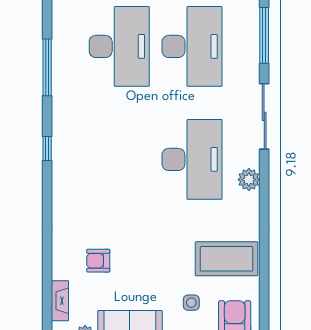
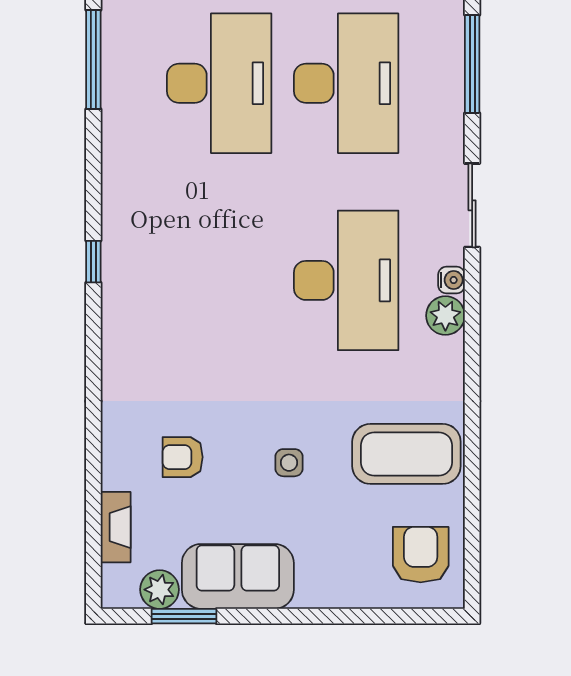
window: (47, 67) -> (93, 60), moved
sliding door: (264, 116) -> (472, 205), width x0.73
water cooler: (252, 159) -> (451, 280), added
side table: (191, 303) -> (289, 463), moved

